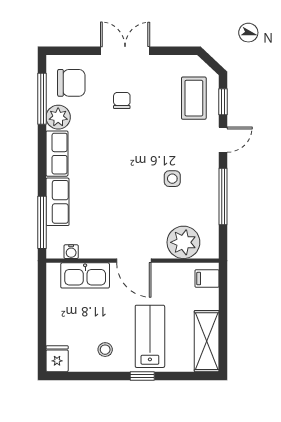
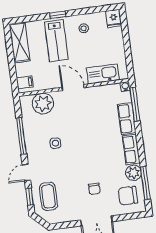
water cooler: (71, 252) -> (125, 86), moved

